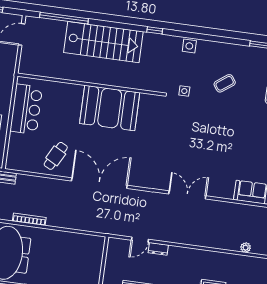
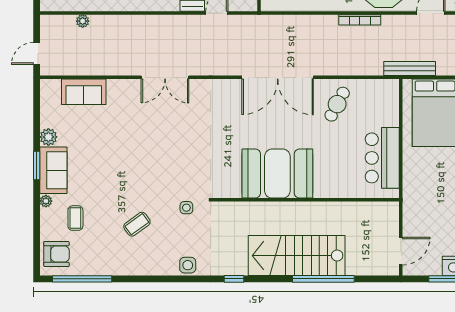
window: (64, 18) -> (323, 279), moved

